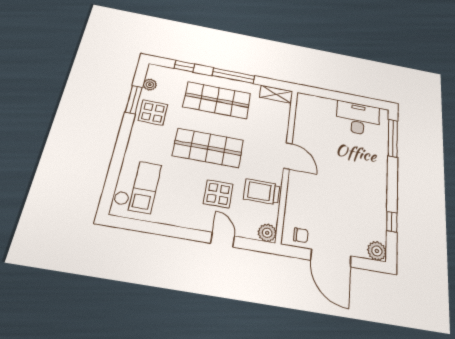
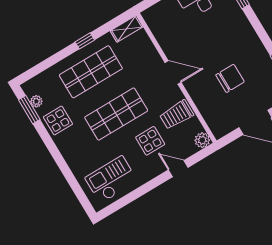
window: (184, 66) -> (45, 65), removed
window: (233, 76) -> (85, 41), width x0.46
window: (134, 100) -> (29, 110), moved
checkout: (137, 186) -> (111, 179), moved, turned -90
chair: (301, 235) -> (230, 78), moved, width x1.87, depth x1.87

